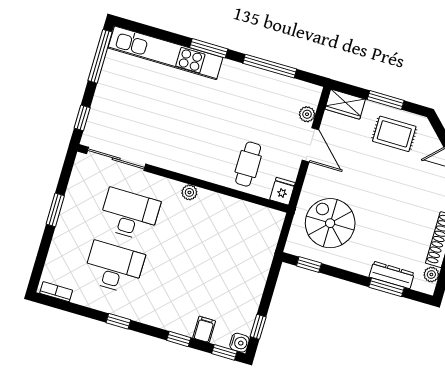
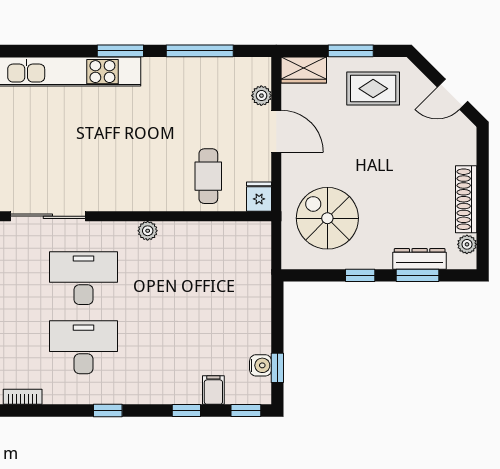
window: (309, 265) -> (360, 275), moved
water cooler: (239, 343) -> (261, 365), moved

